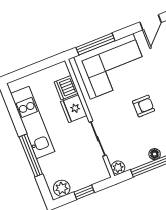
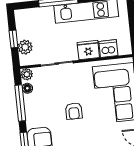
floor lamp: (155, 154) -> (27, 88), moved
plant: (62, 188) -> (25, 47), moved

